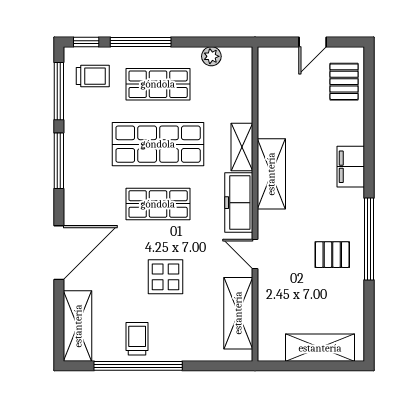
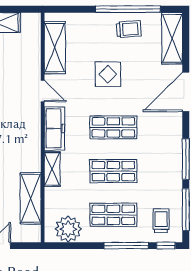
plant: (211, 56) -> (68, 229), width x1.88, depth x1.88
trolley: (93, 76) -> (161, 221), turned 90
shop shelf: (158, 144) -> (113, 171), width x0.70, depth x0.74
shelving: (271, 174) -> (31, 198), moved
trolley: (137, 339) -> (129, 29), turned -94

